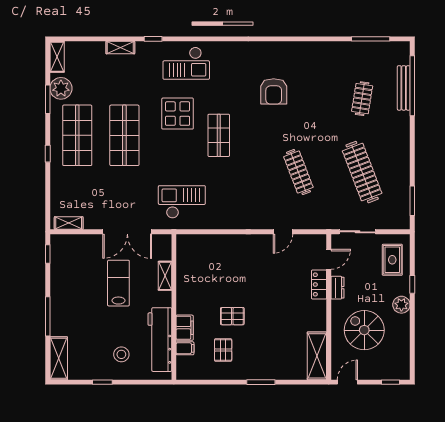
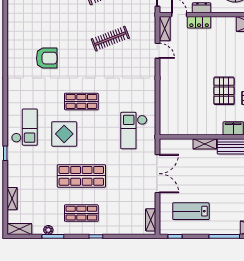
shelving: (120, 48) -> (12, 199), moved
plant: (61, 88) -> (48, 230), width x0.53, depth x0.53
shop shelf: (77, 135) -> (81, 213), width x0.70, depth x0.74
shelving: (311, 241) -> (165, 29), added
shelving: (165, 276) -> (205, 144), moved
lab bench: (118, 283) -> (191, 211), moved
pallet: (232, 316) -> (224, 91), width x1.50, depth x1.42

